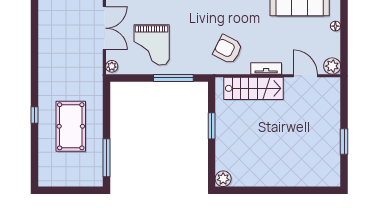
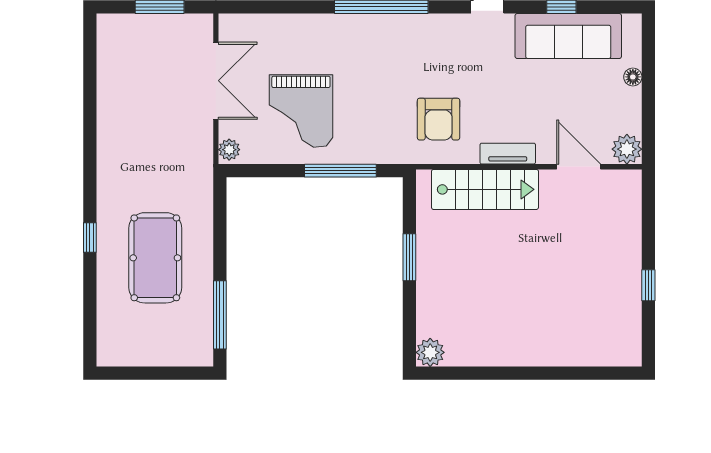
armchair: (228, 49) -> (439, 119), turned -117
window: (344, 141) -> (648, 285), width x0.67

